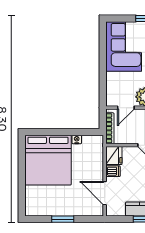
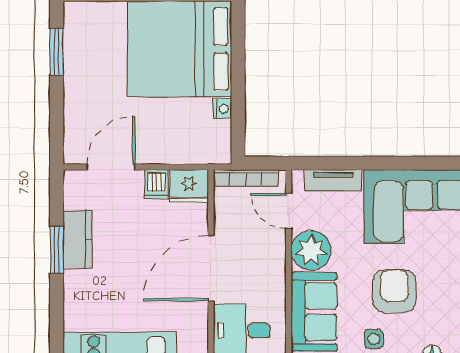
tv unit: (111, 86) -> (333, 180), added
window: (63, 219) -> (57, 52), moved

